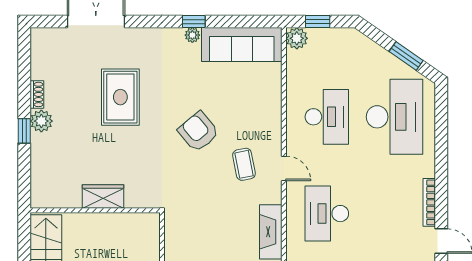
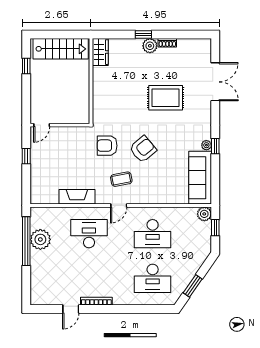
desk: (395, 117) -> (153, 278), width x0.73, depth x0.77
armchair: (193, 186) -> (107, 146), added
wardrobe: (103, 196) -> (100, 52), moved

